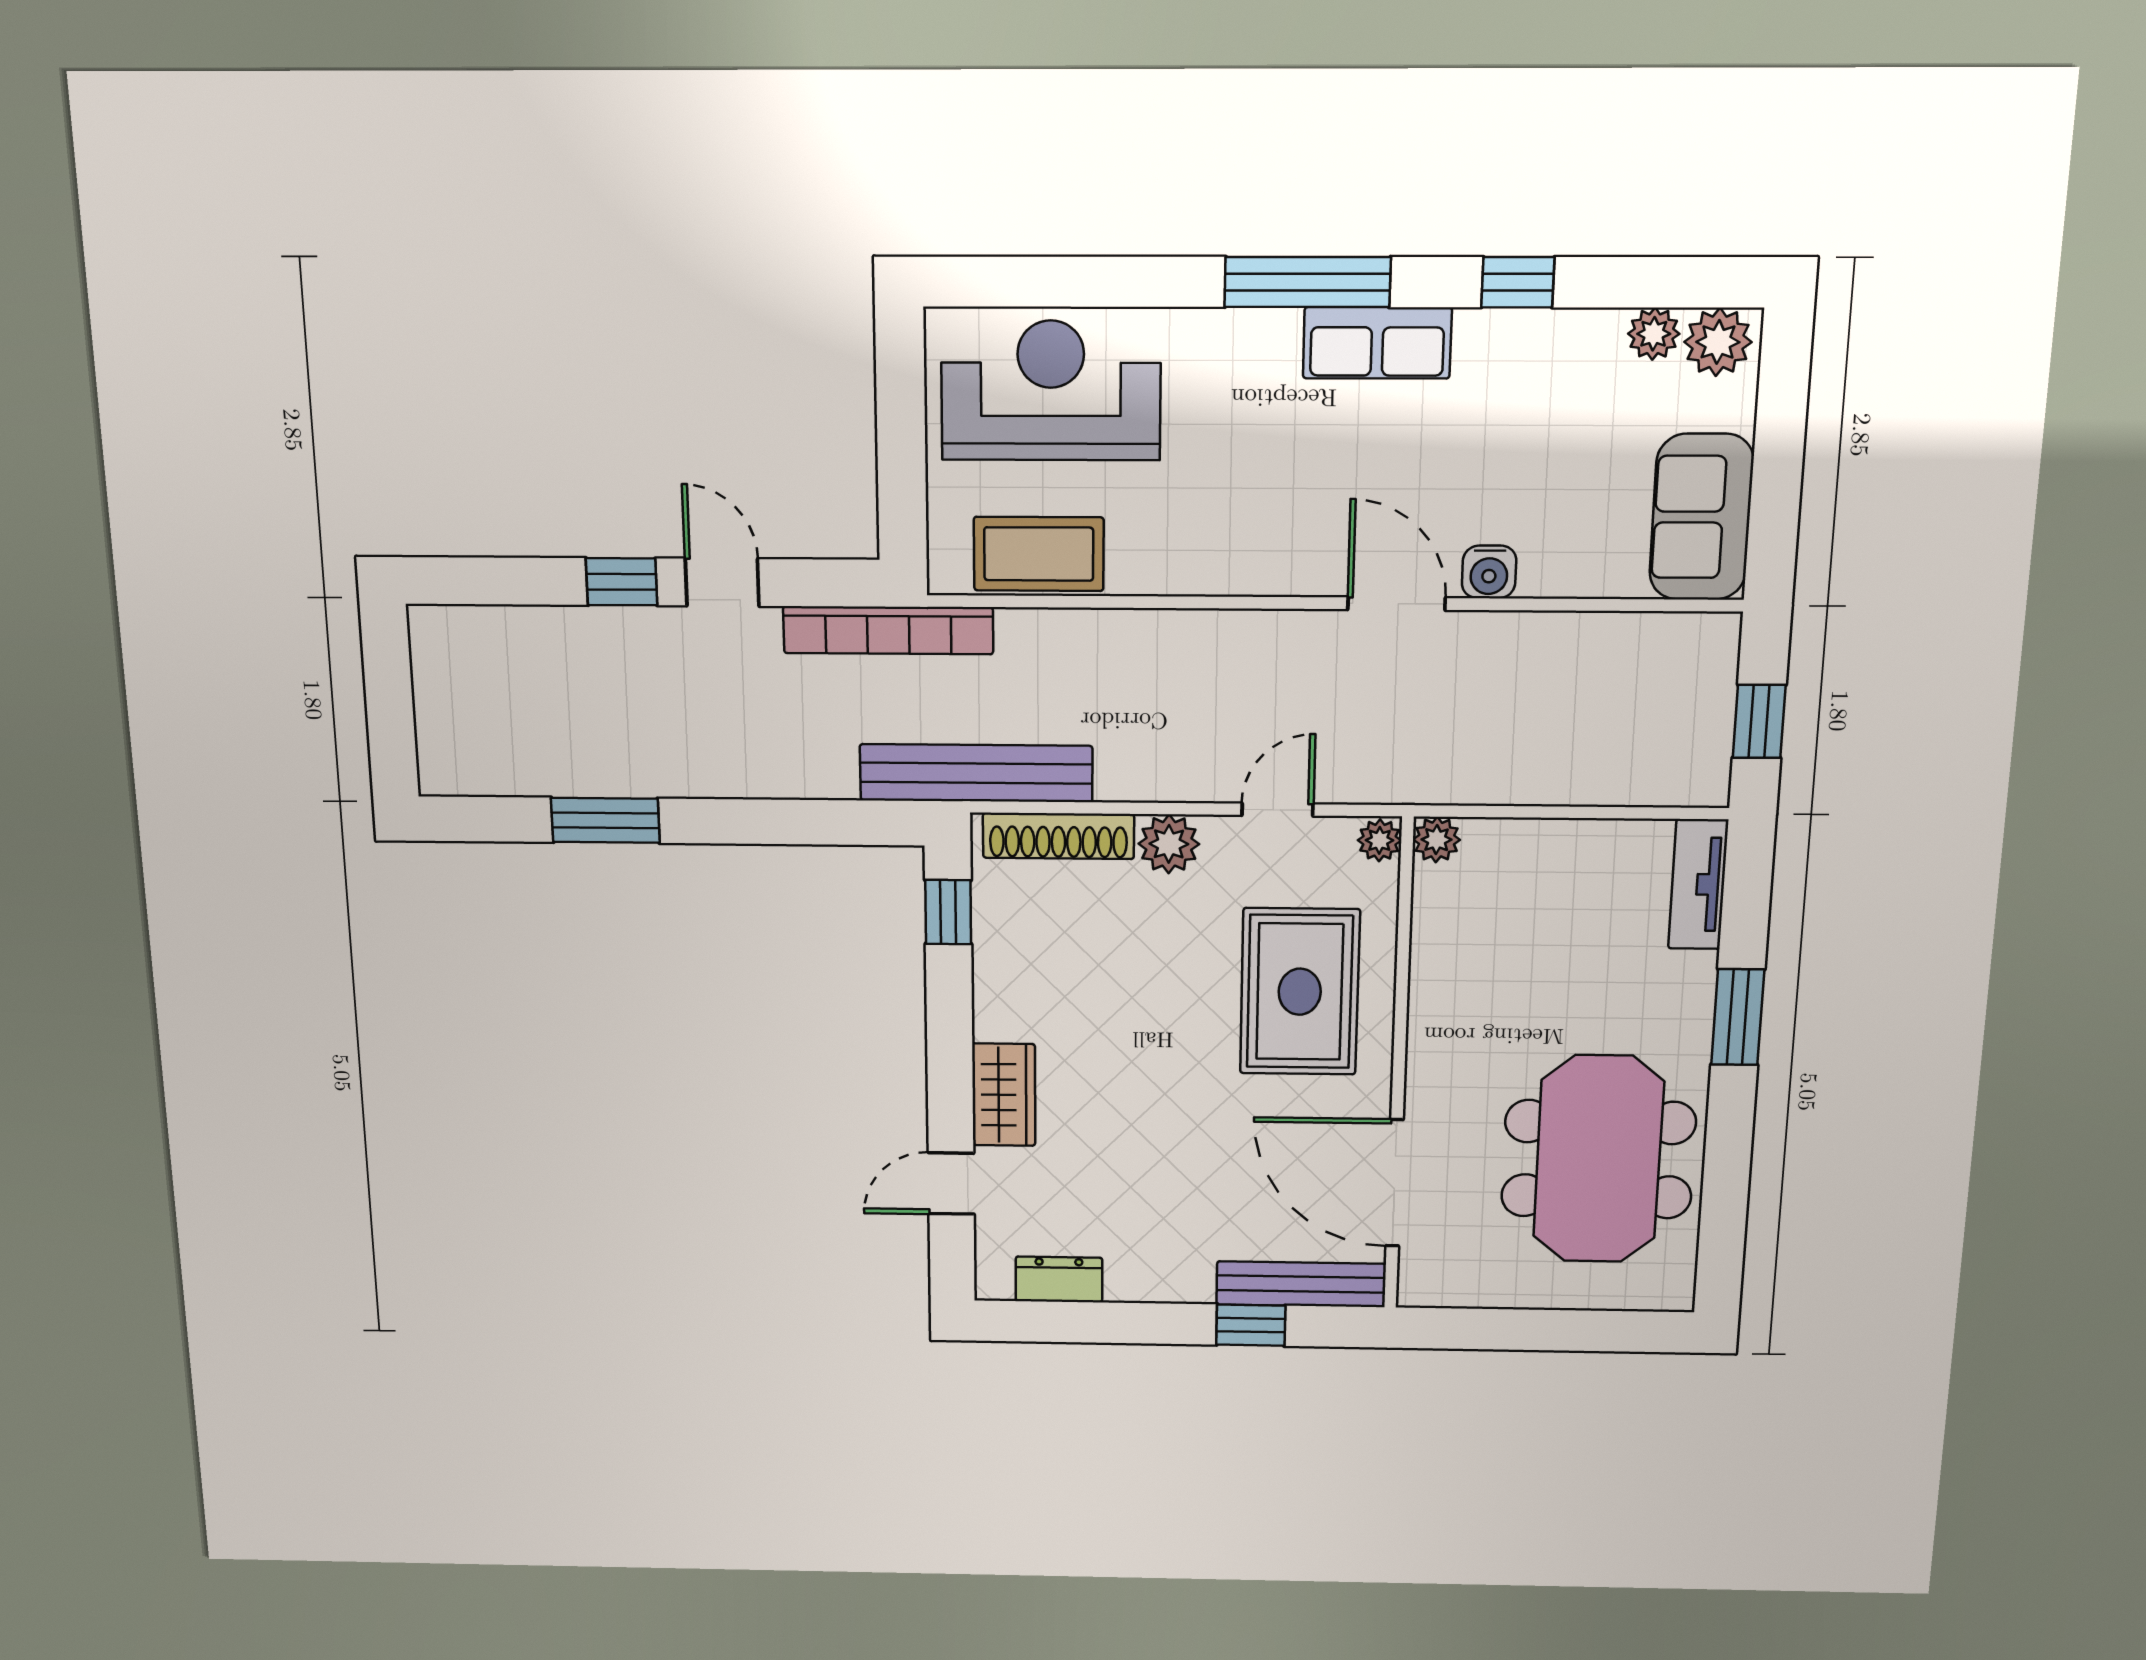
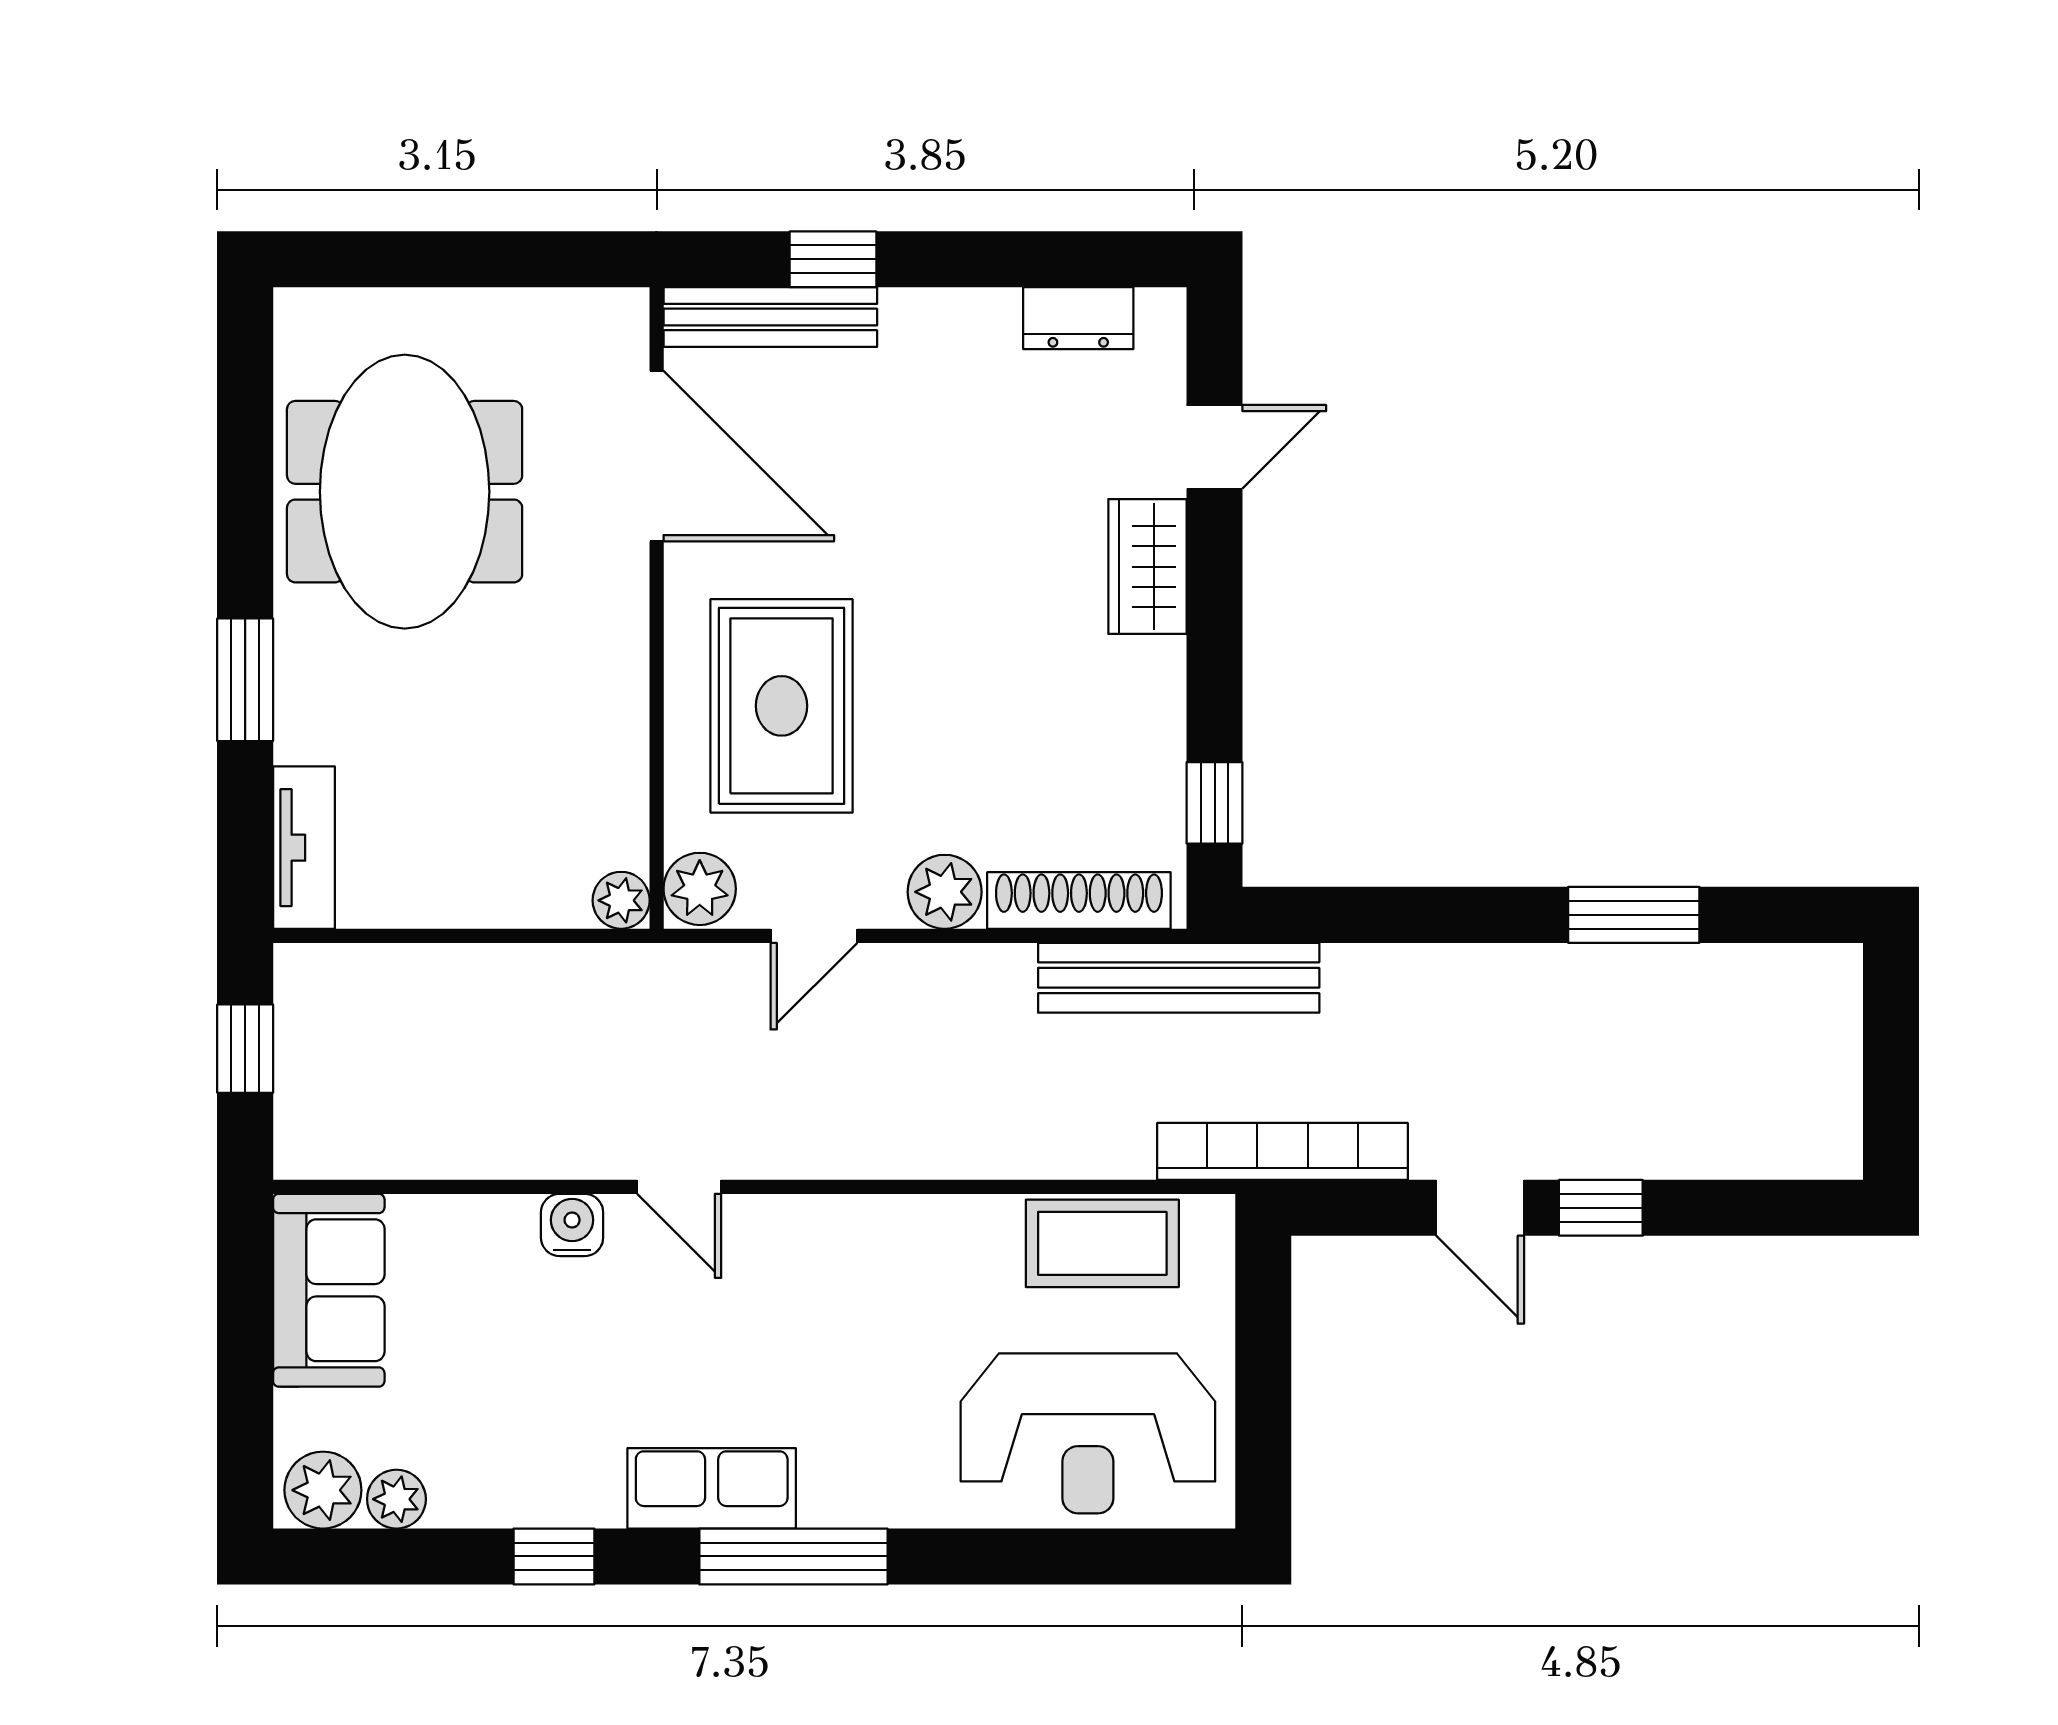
door: (1397, 604) -> (679, 1187), width x0.73
plant: (1380, 840) -> (700, 889), width x1.38, depth x1.38

